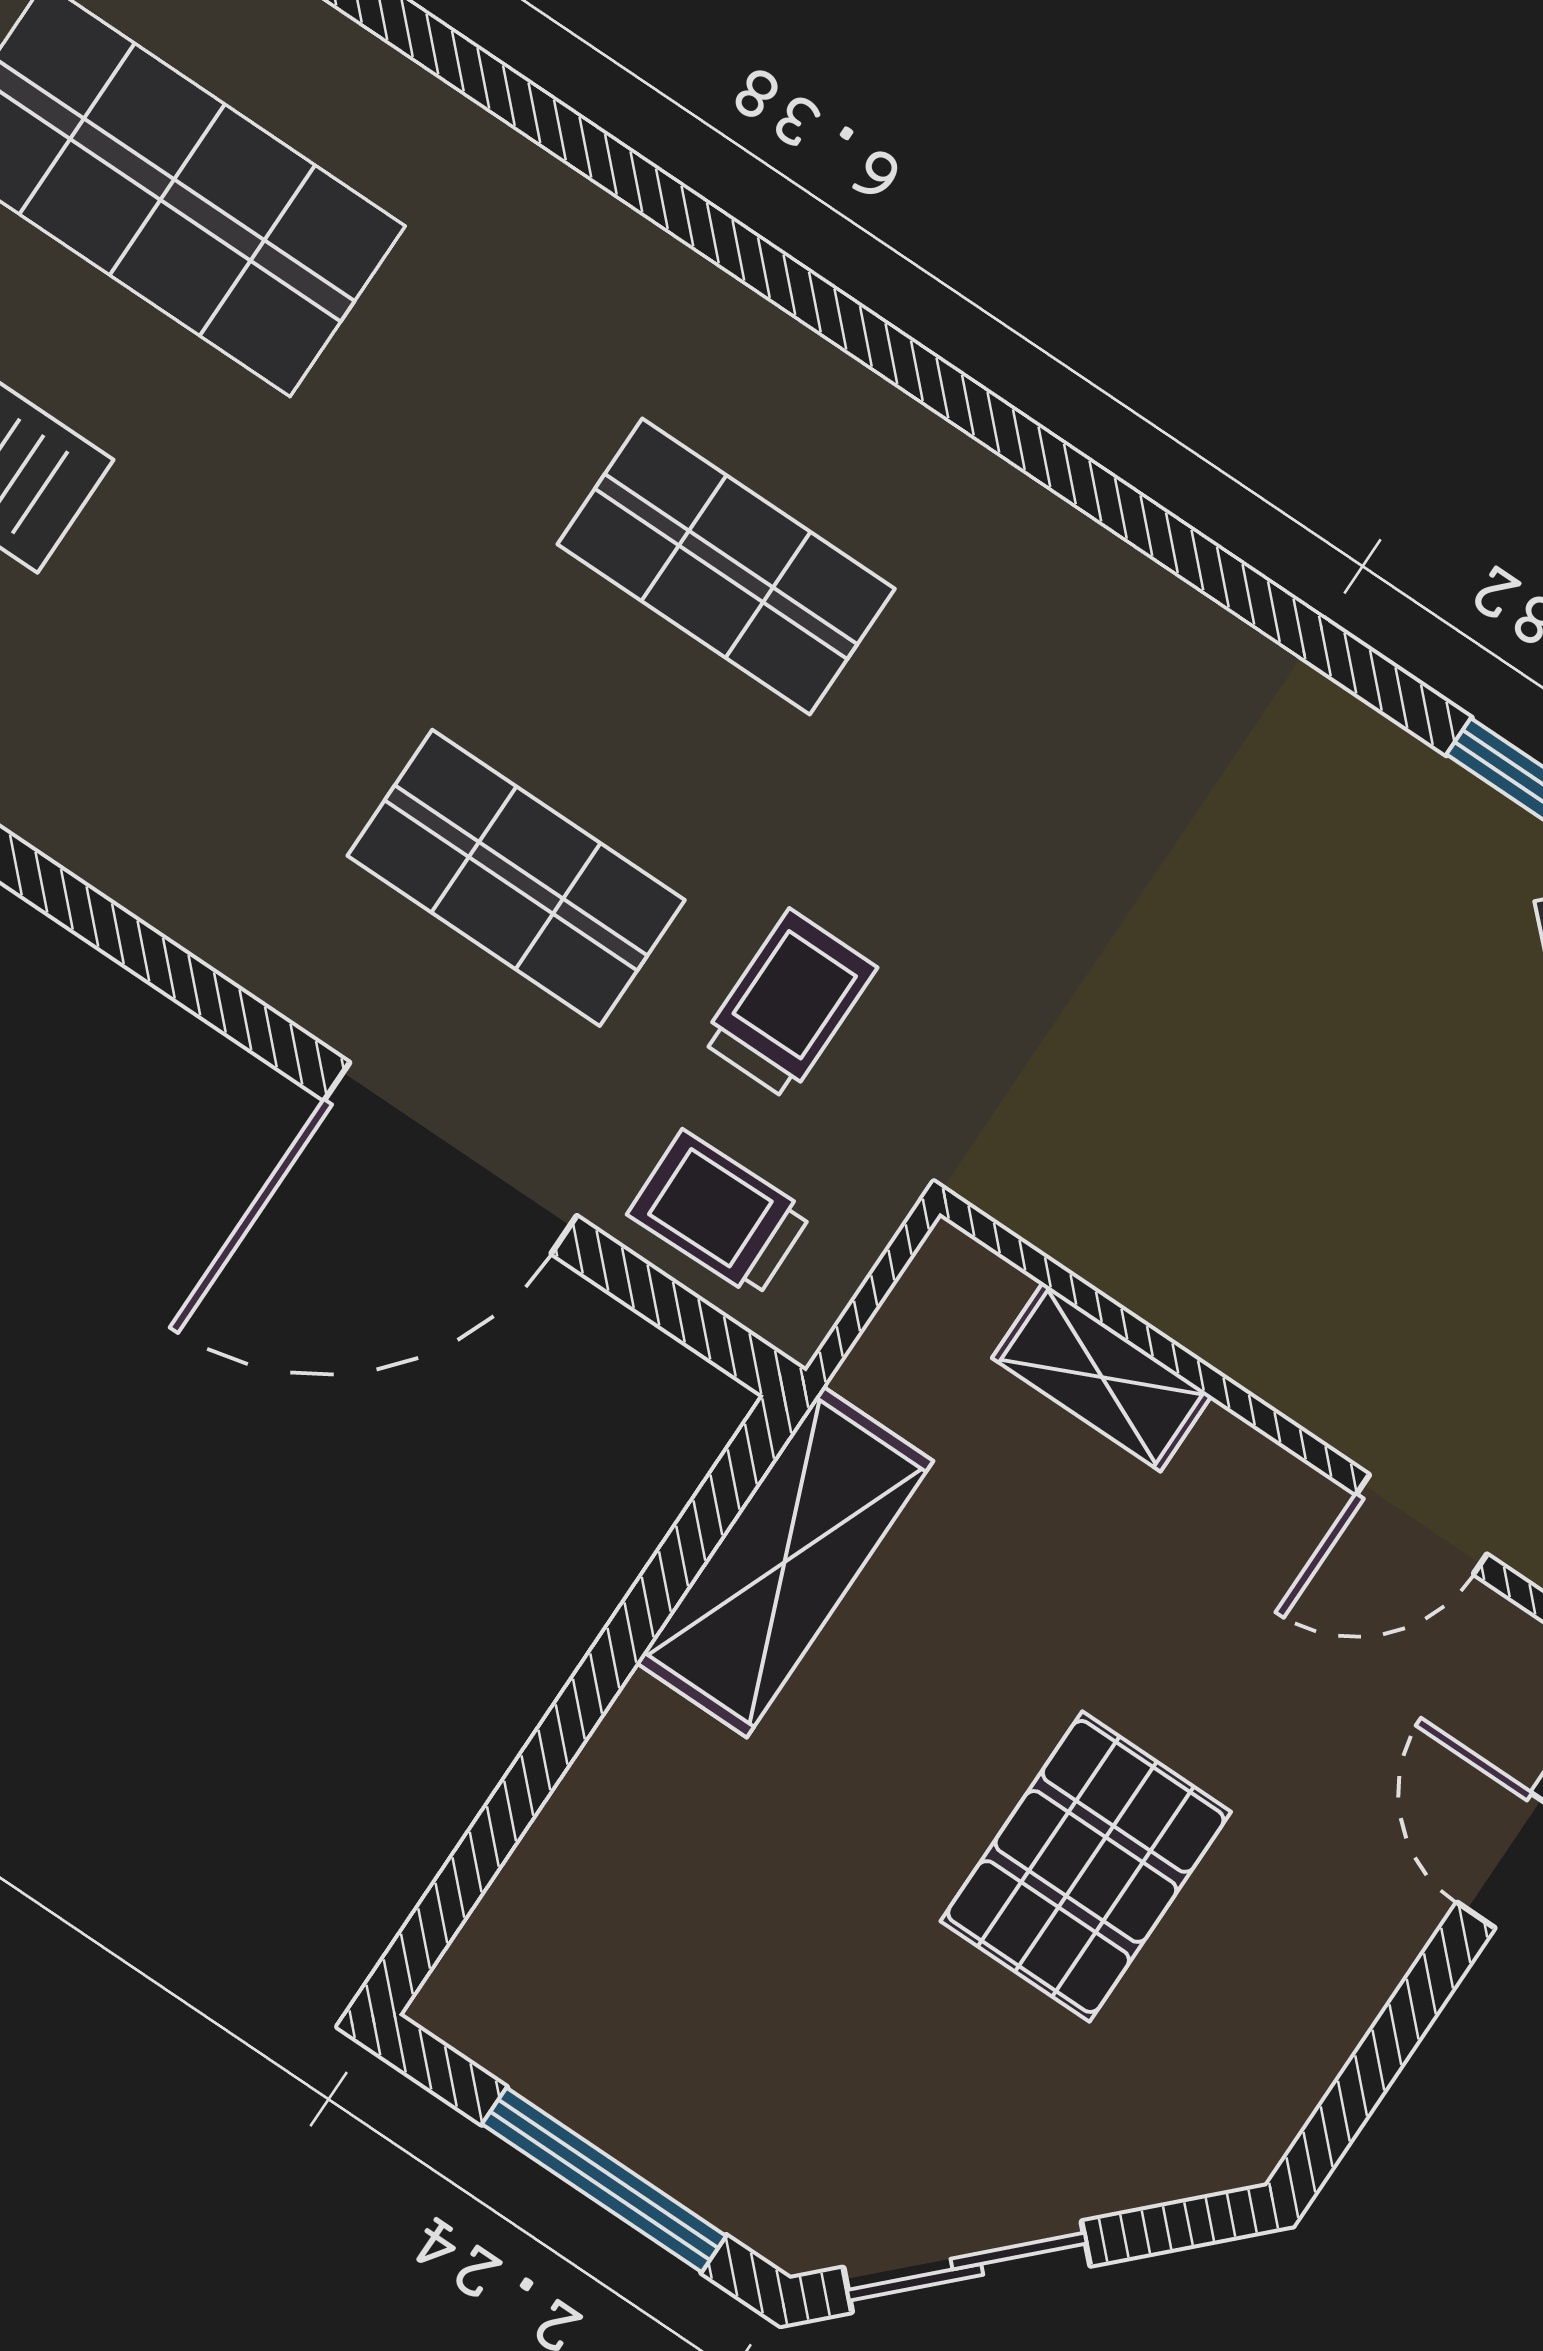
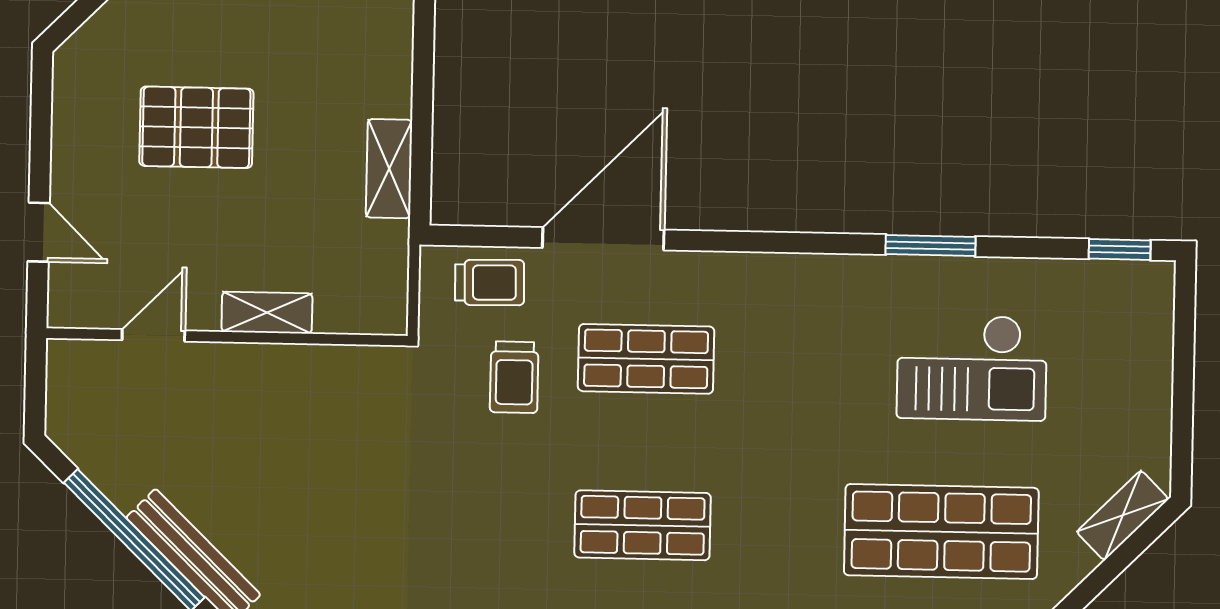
shelving: (1102, 1377) -> (267, 313), moved
shelving: (785, 1562) -> (389, 169), width x0.67, depth x0.75
pallet: (1086, 1866) -> (196, 127), turned 90

